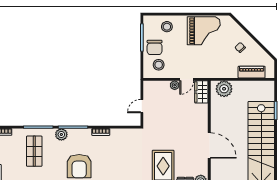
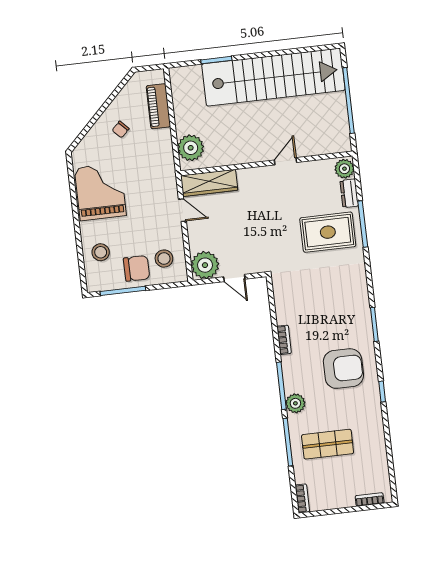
plant: (175, 85) -> (205, 265), moved, width x1.88, depth x1.88
wardrobe: (201, 92) -> (209, 183), width x1.50
door: (209, 145) -> (285, 161), width x0.53

